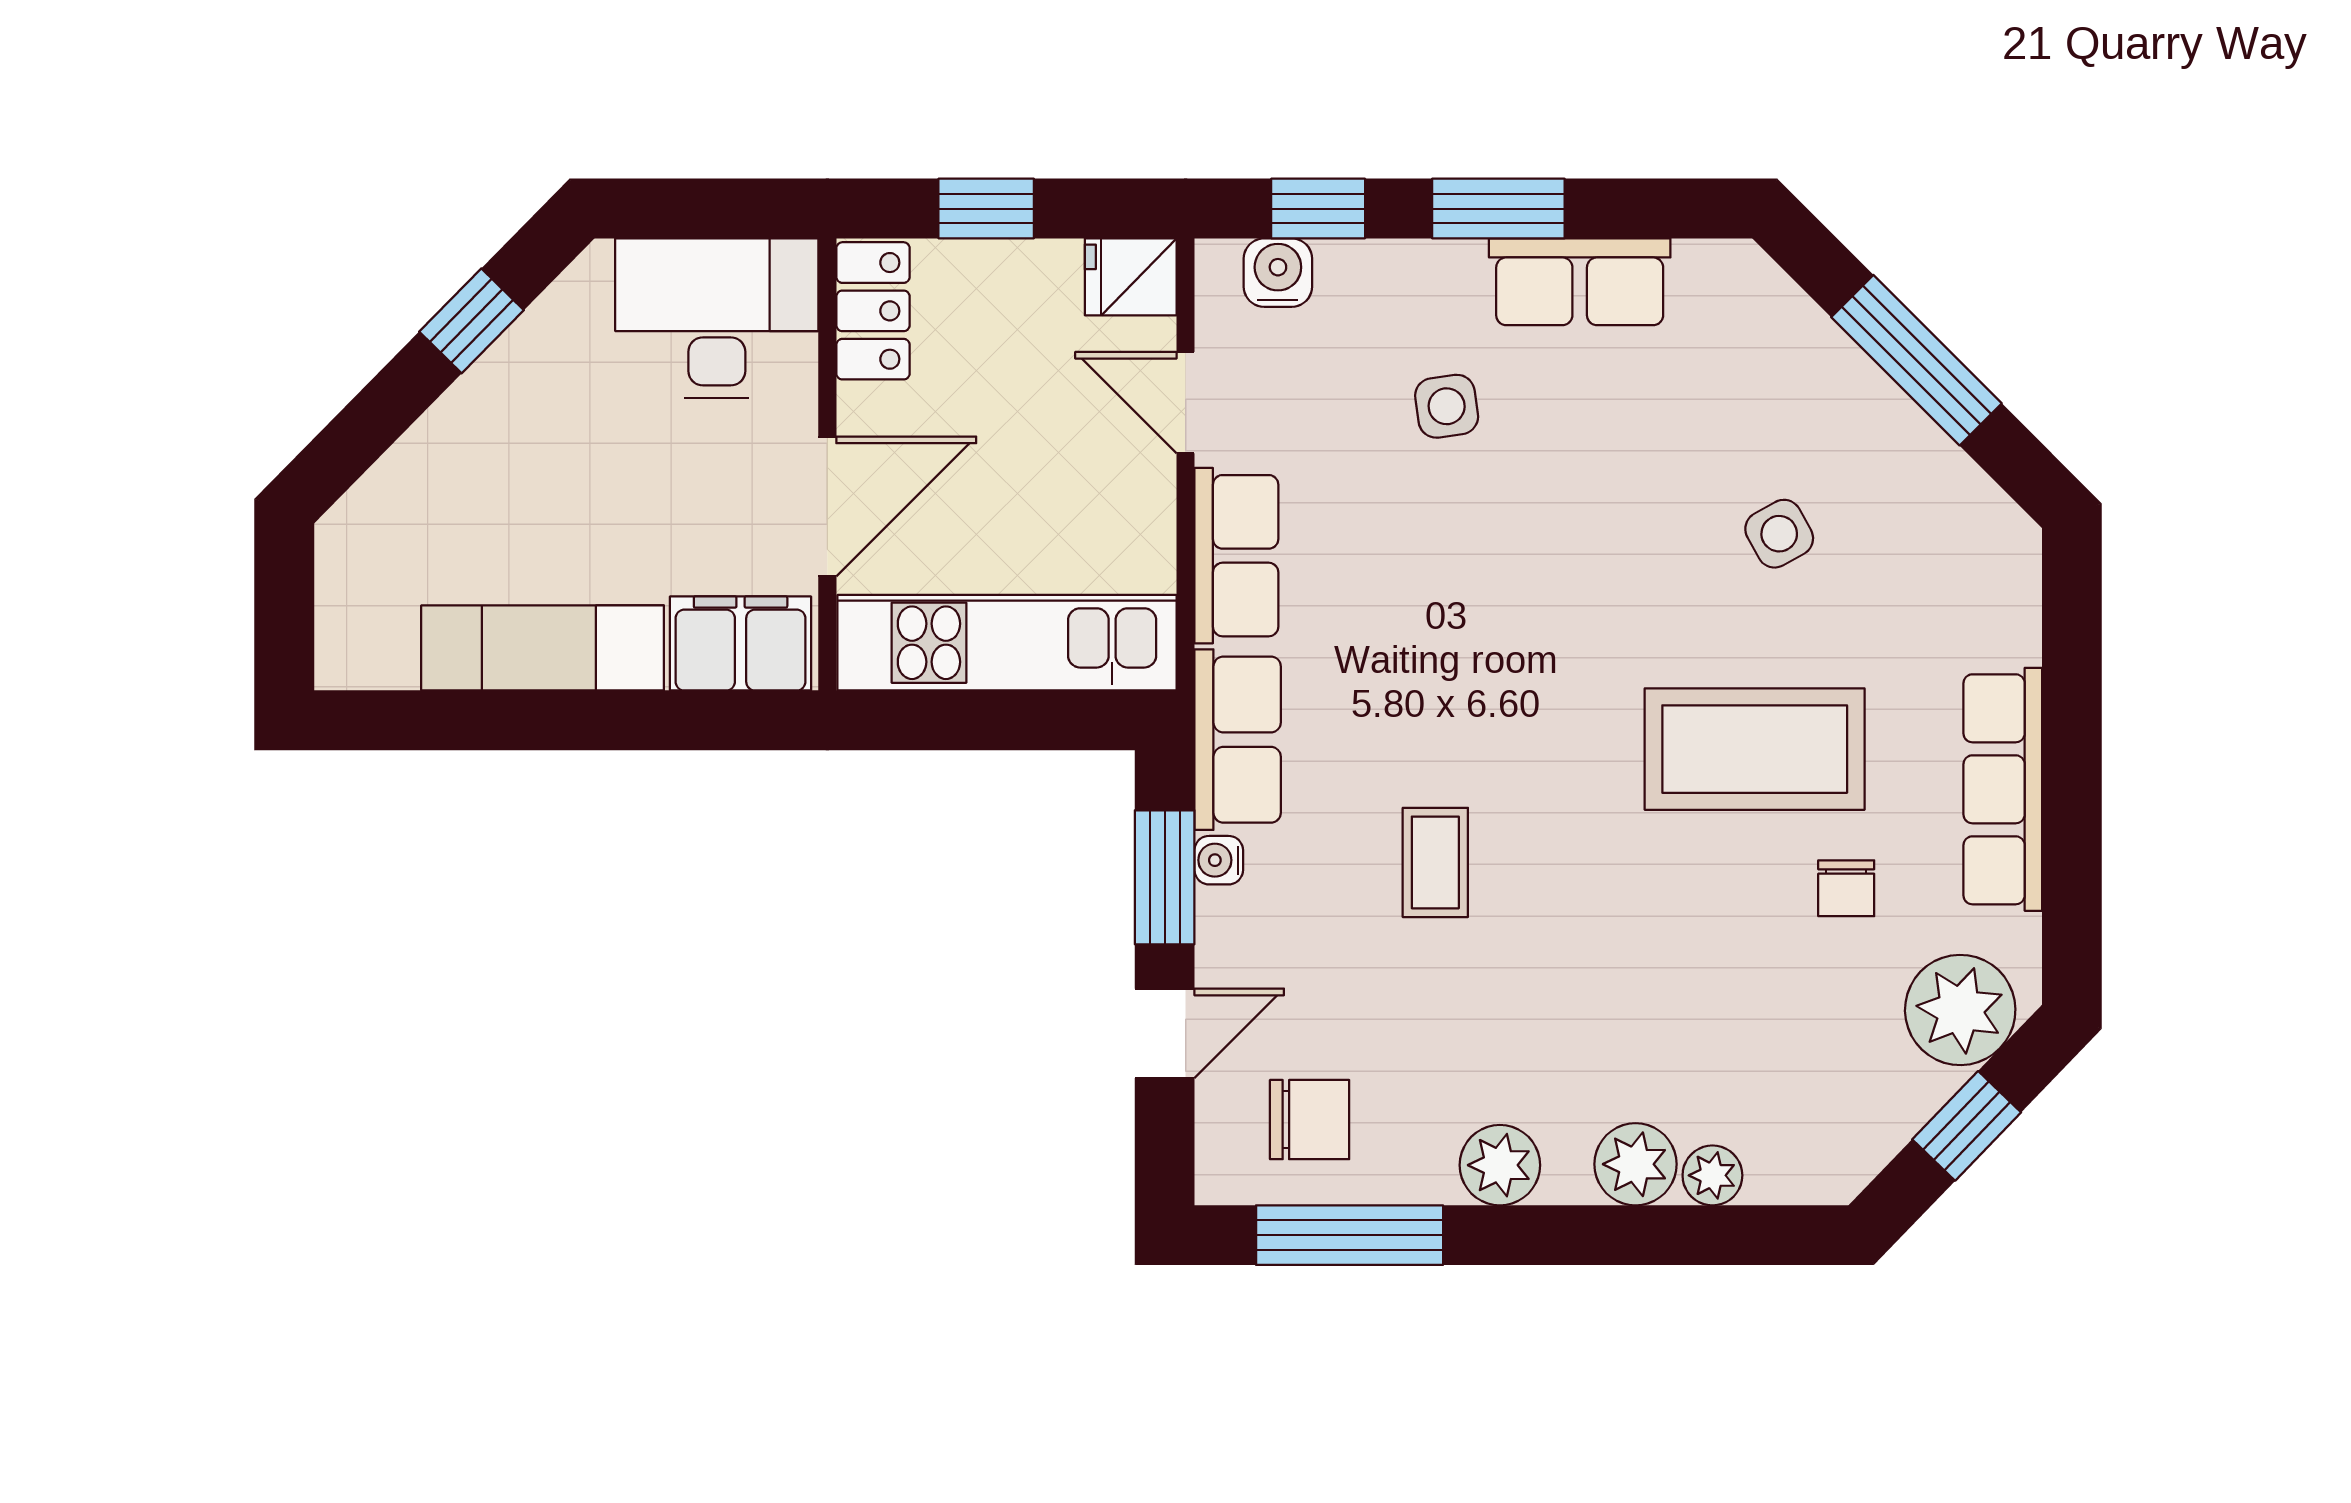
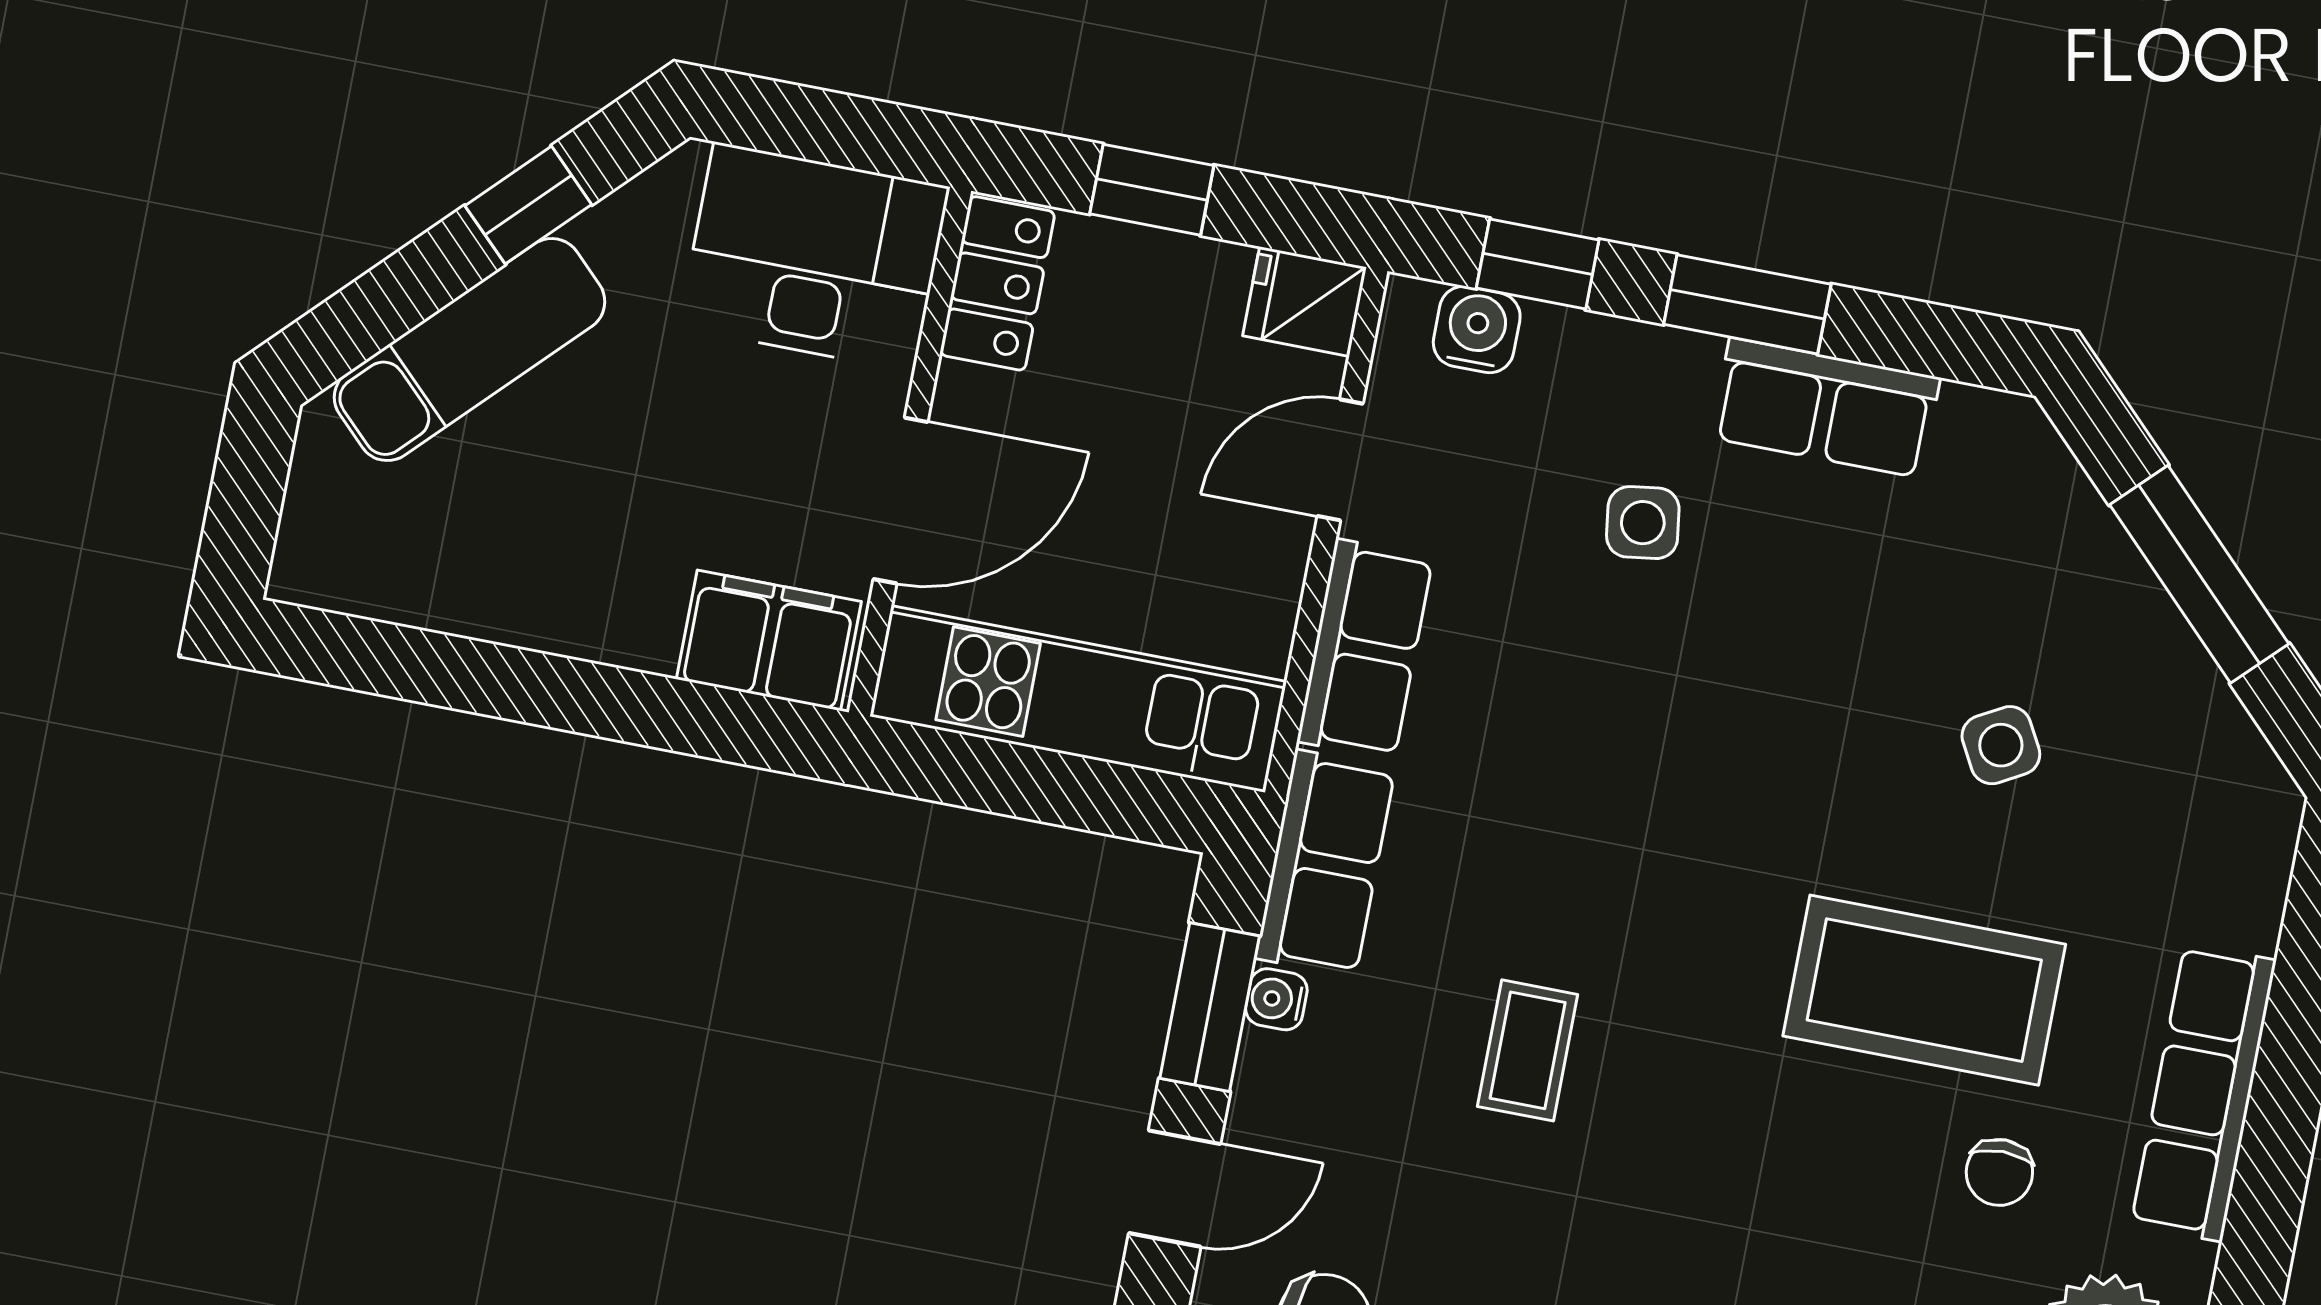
door: (1186, 403) -> (1340, 460), hinge flipped
exam couch: (543, 648) -> (470, 350), moved, turned 135

